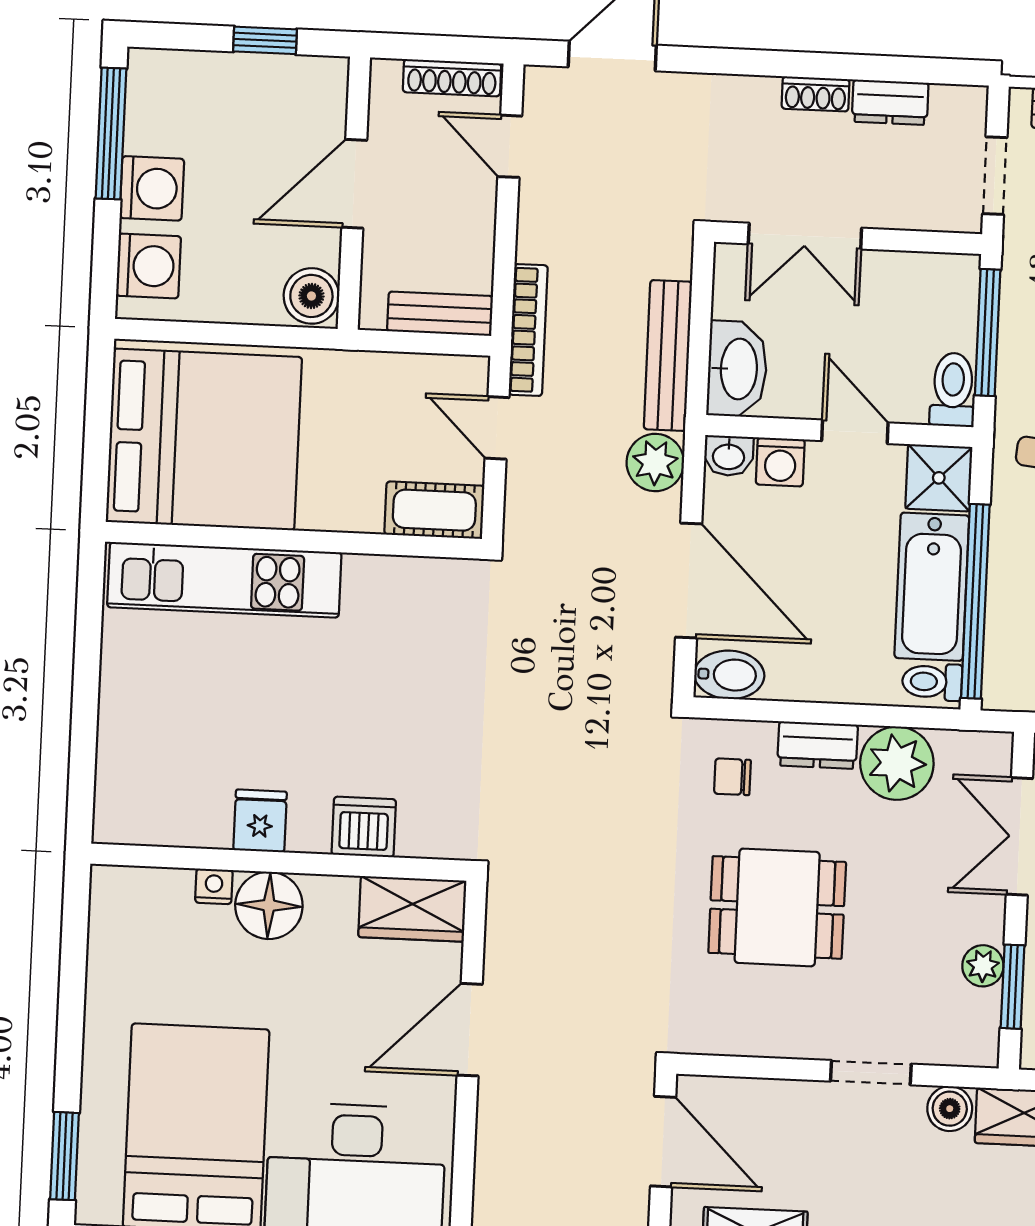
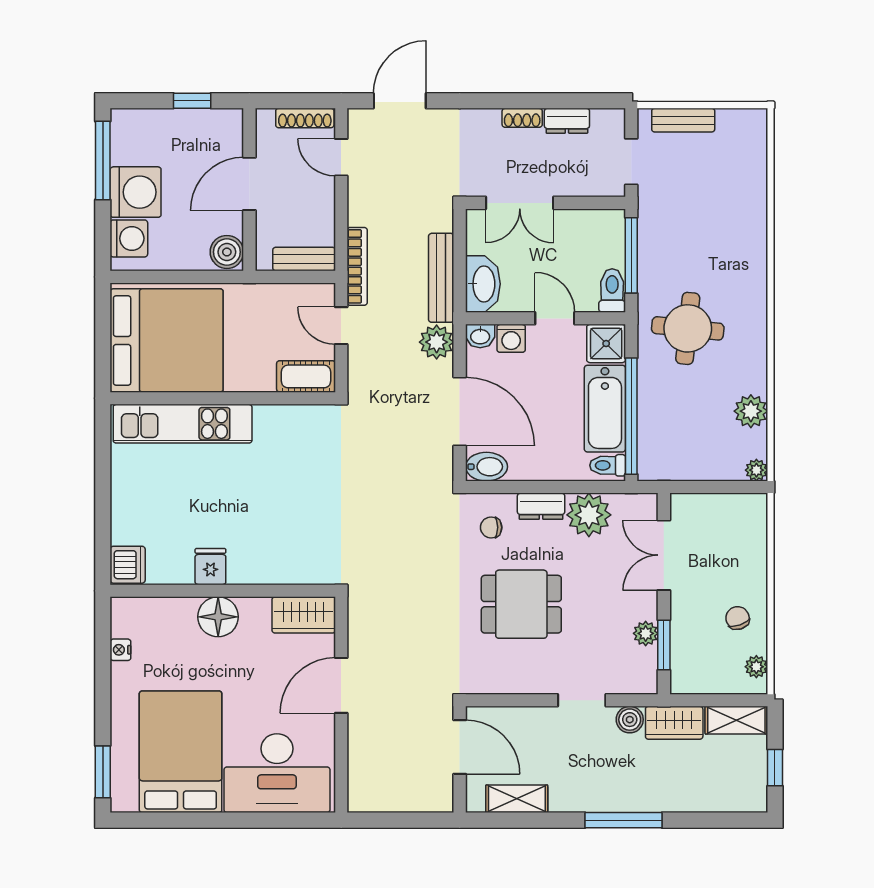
washing machine: (152, 188) -> (136, 192), width x1.37, depth x1.37
dishwasher: (364, 827) -> (128, 565), moved, turned 90
nightstand: (214, 886) -> (120, 650), moved, turned -90

